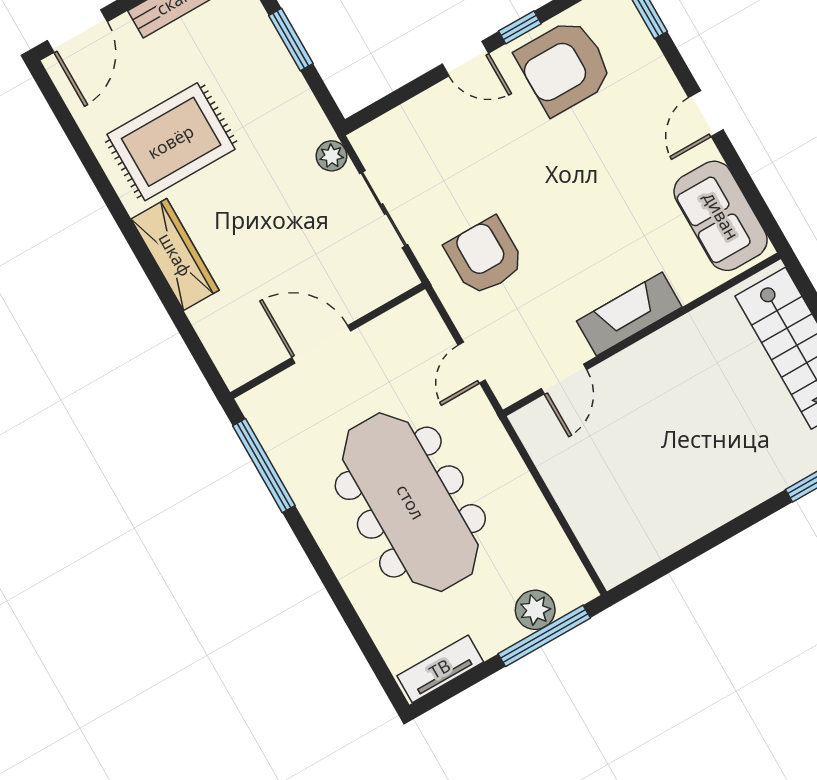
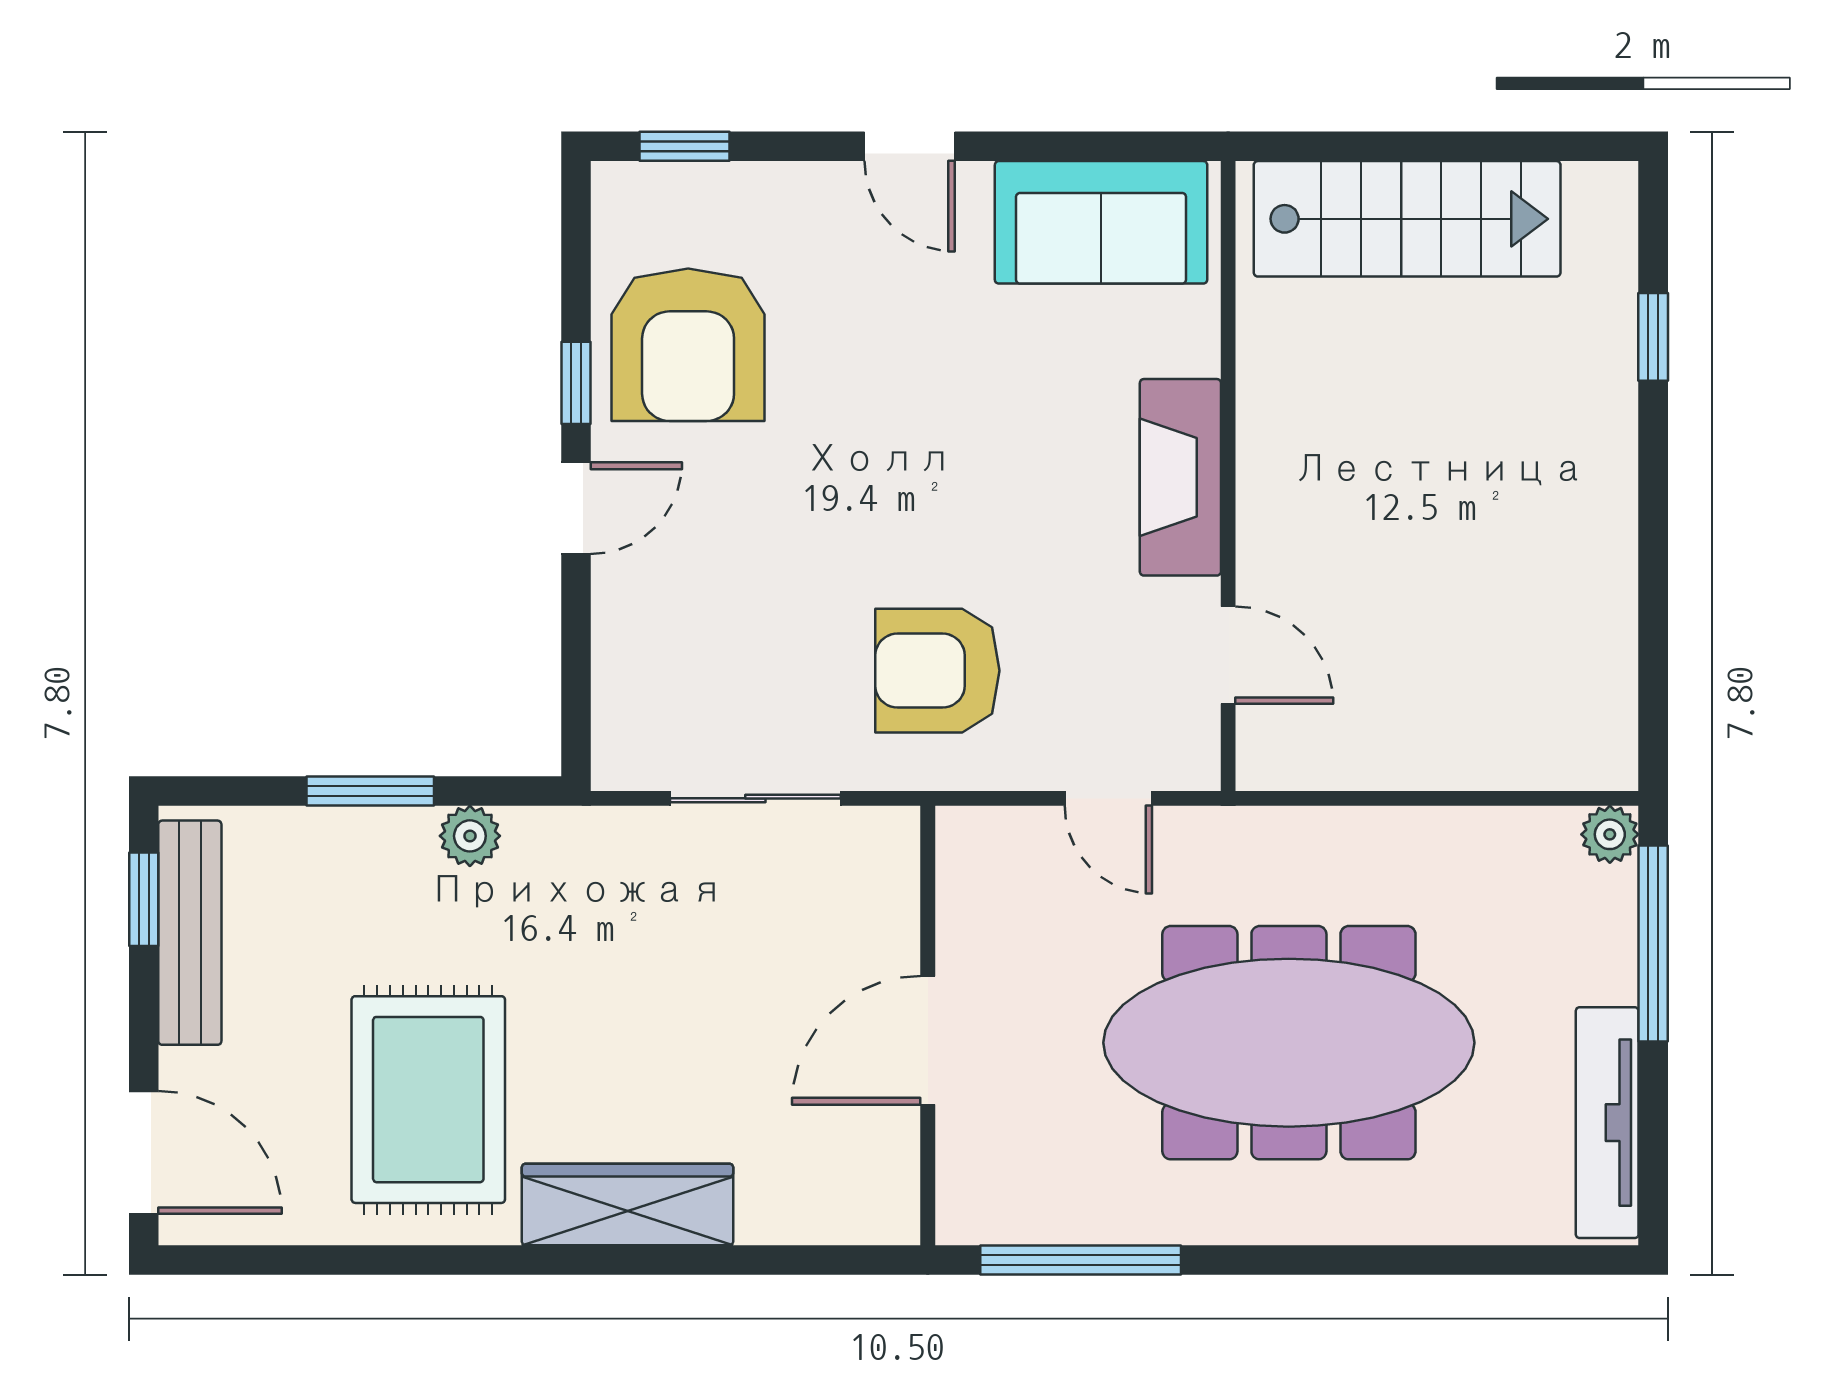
plant: (332, 156) -> (470, 836), moved
plant: (535, 610) -> (1610, 834), moved, width x0.73, depth x0.73
tv unit: (440, 669) -> (1607, 1123), width x1.41

